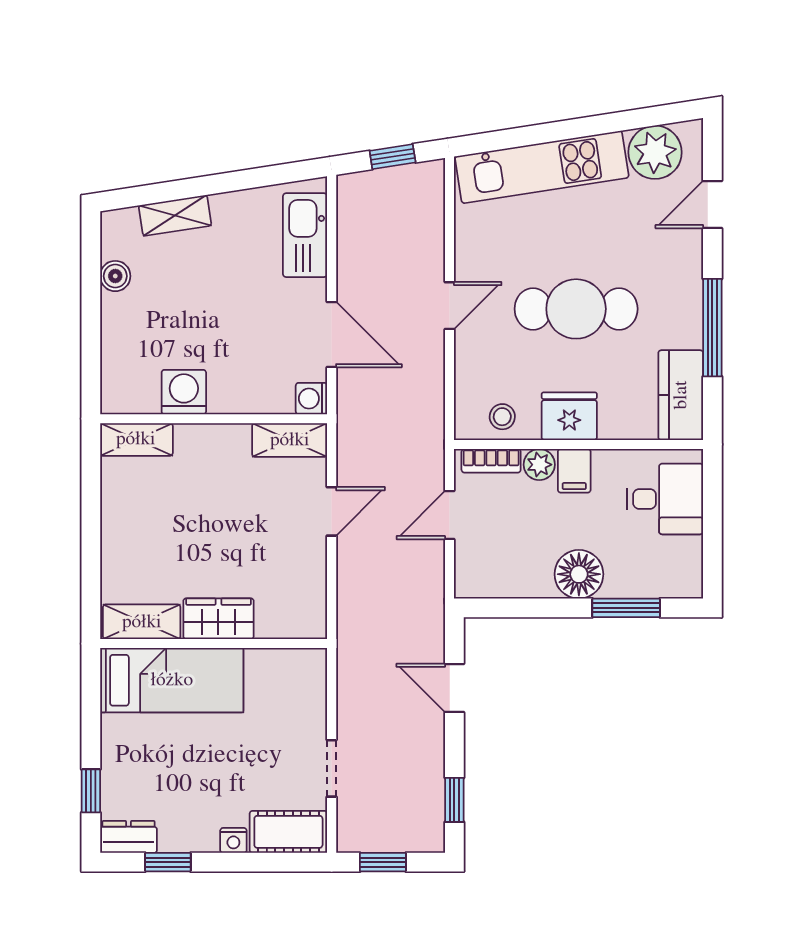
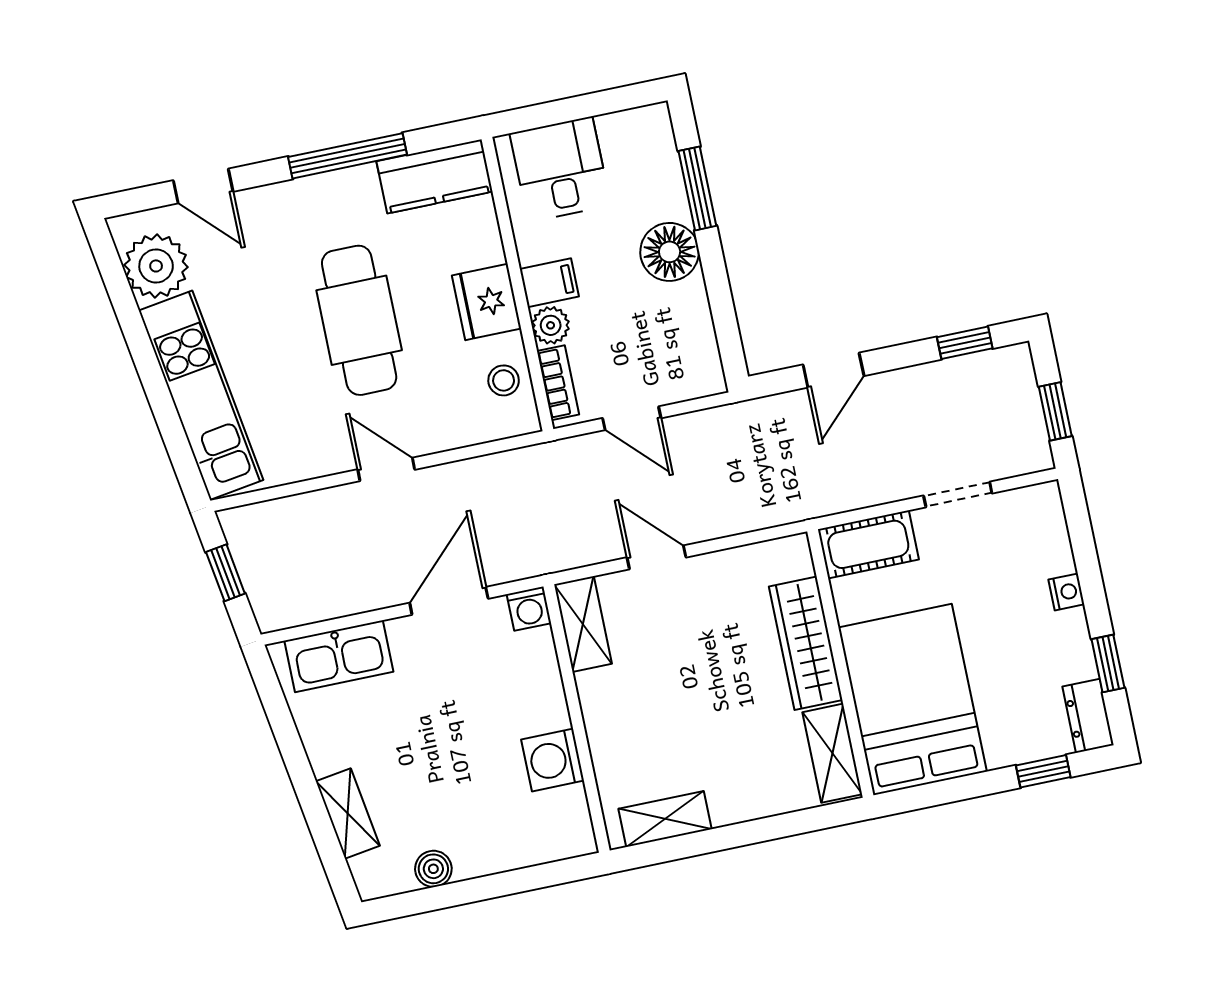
shelving: (136, 439) -> (665, 819), moved, turned 90
wardrobe: (218, 619) -> (806, 643), width x1.50
bed: (172, 680) -> (913, 700), width x1.50
cot: (288, 832) -> (868, 544), moved, turned 90

